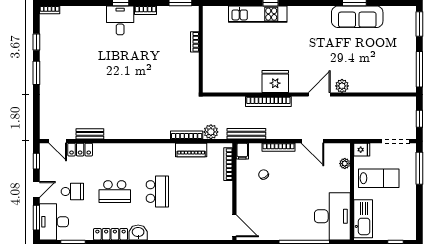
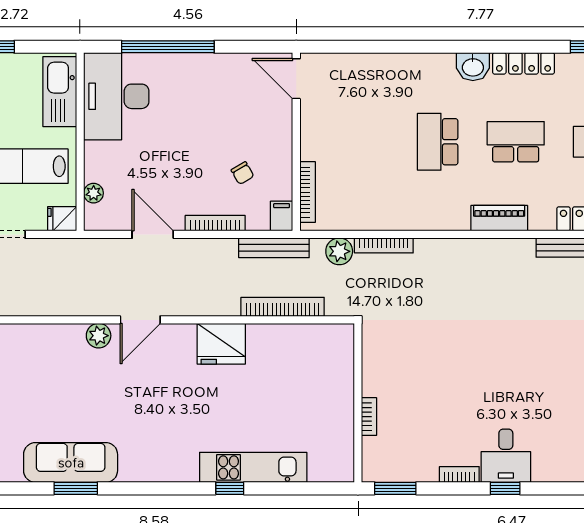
bookcase: (268, 102) -> (283, 307), moved
piano: (191, 150) -> (499, 218), moved

